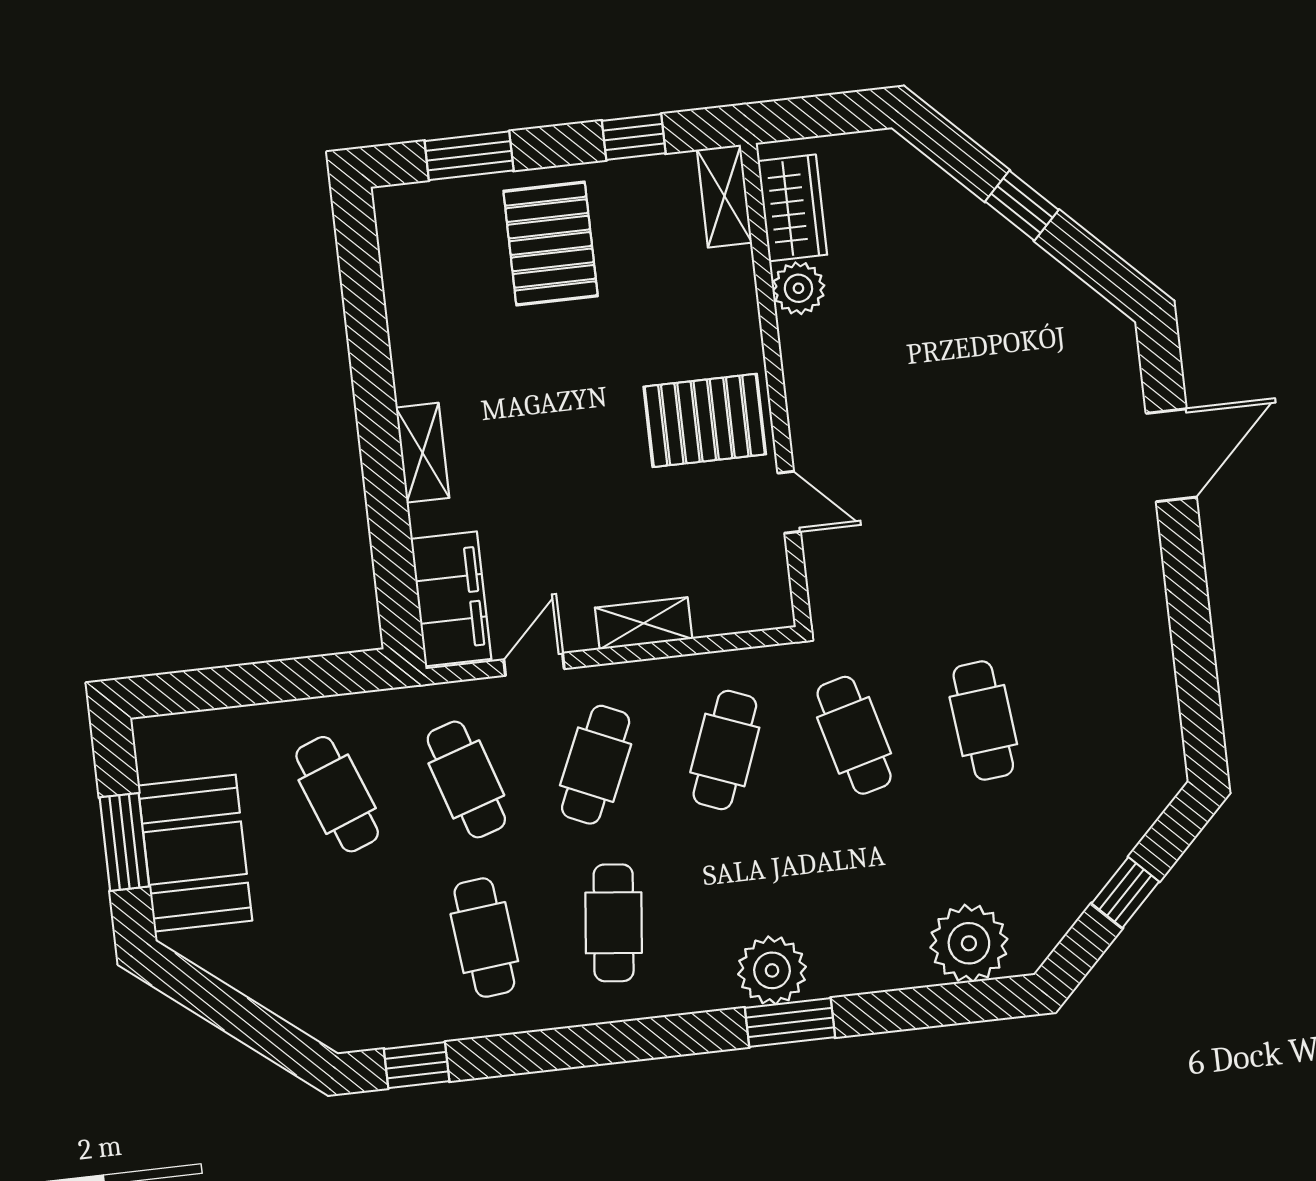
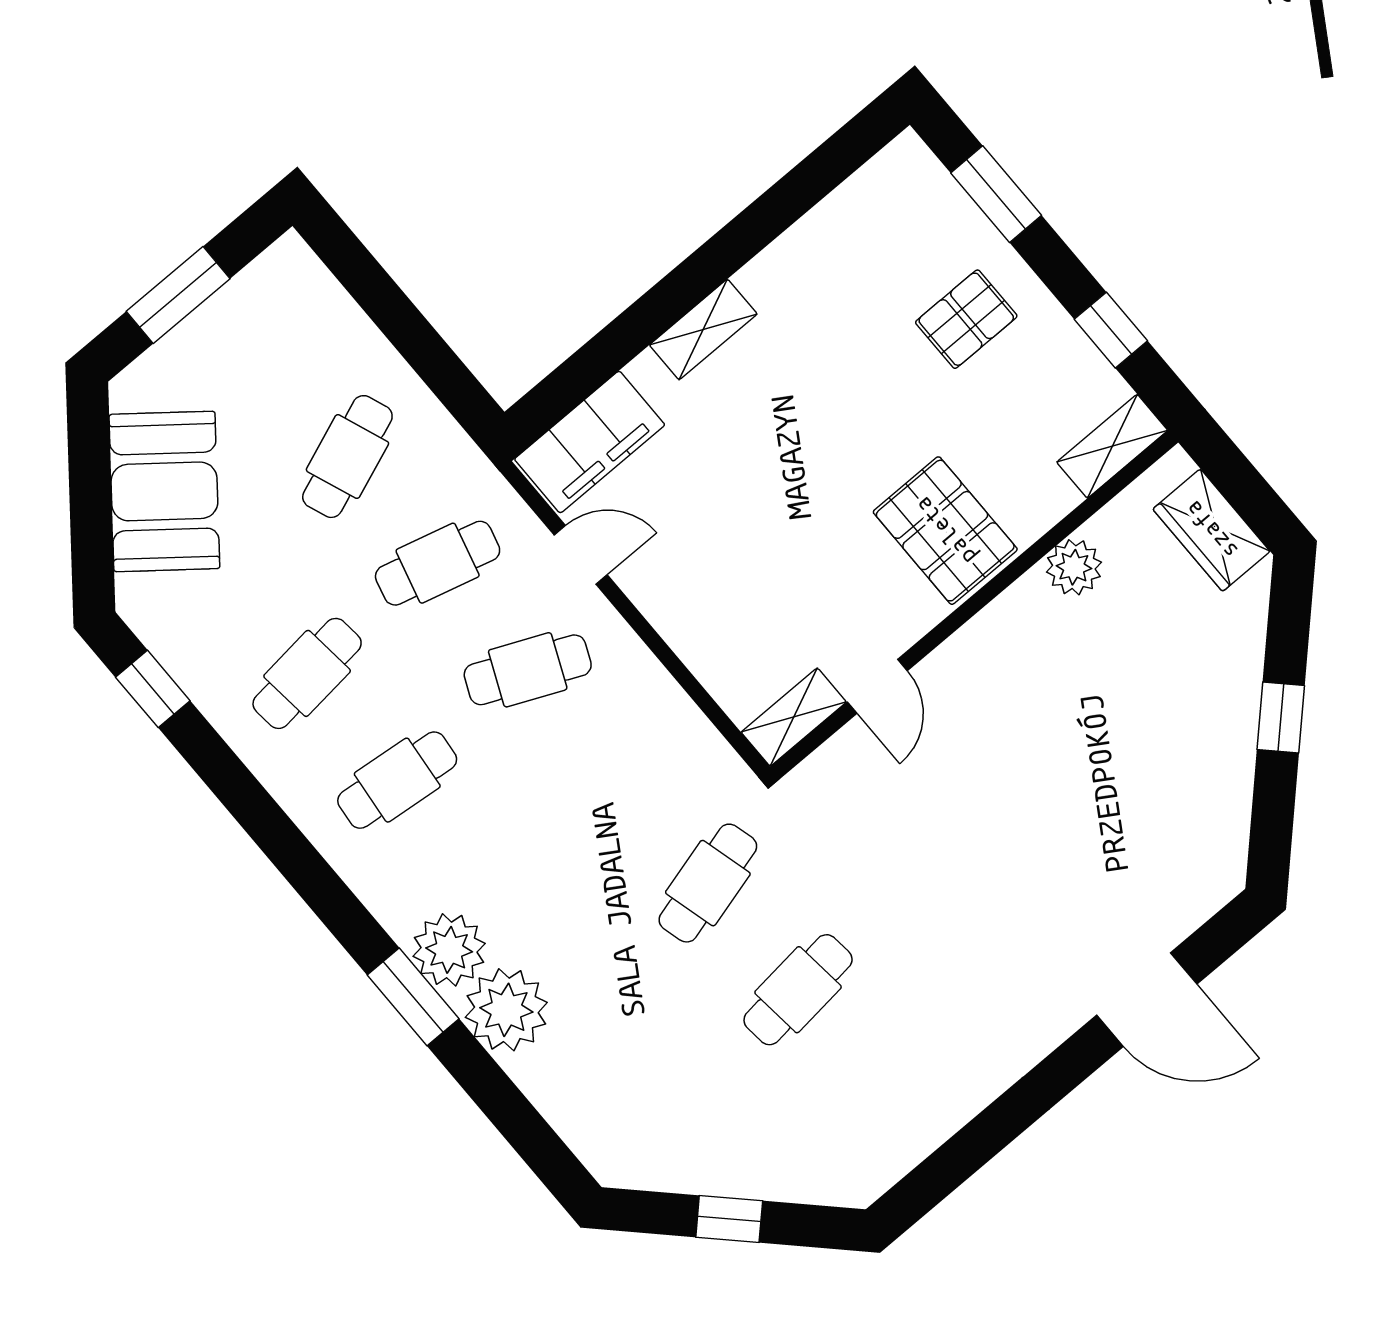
wardrobe: (792, 208) -> (1211, 530), moved, turned 90
pallet: (551, 244) -> (966, 319), width x0.67, depth x0.71
pallet: (705, 420) -> (945, 531), moved
shelving: (644, 623) -> (794, 717), moved, turned 90
cafe table: (725, 750) -> (618, 776), removed
cafe table: (466, 779) -> (438, 563), turned 33
booth: (195, 853) -> (164, 491), moved, turned -52
plant: (969, 943) -> (506, 1010), moved

